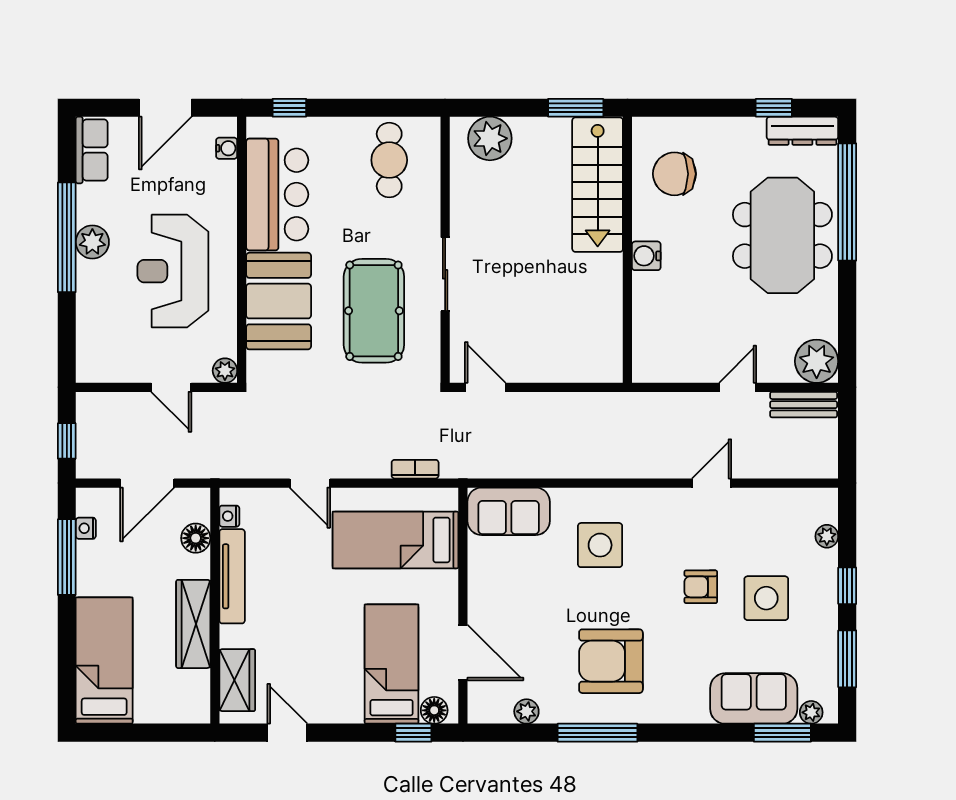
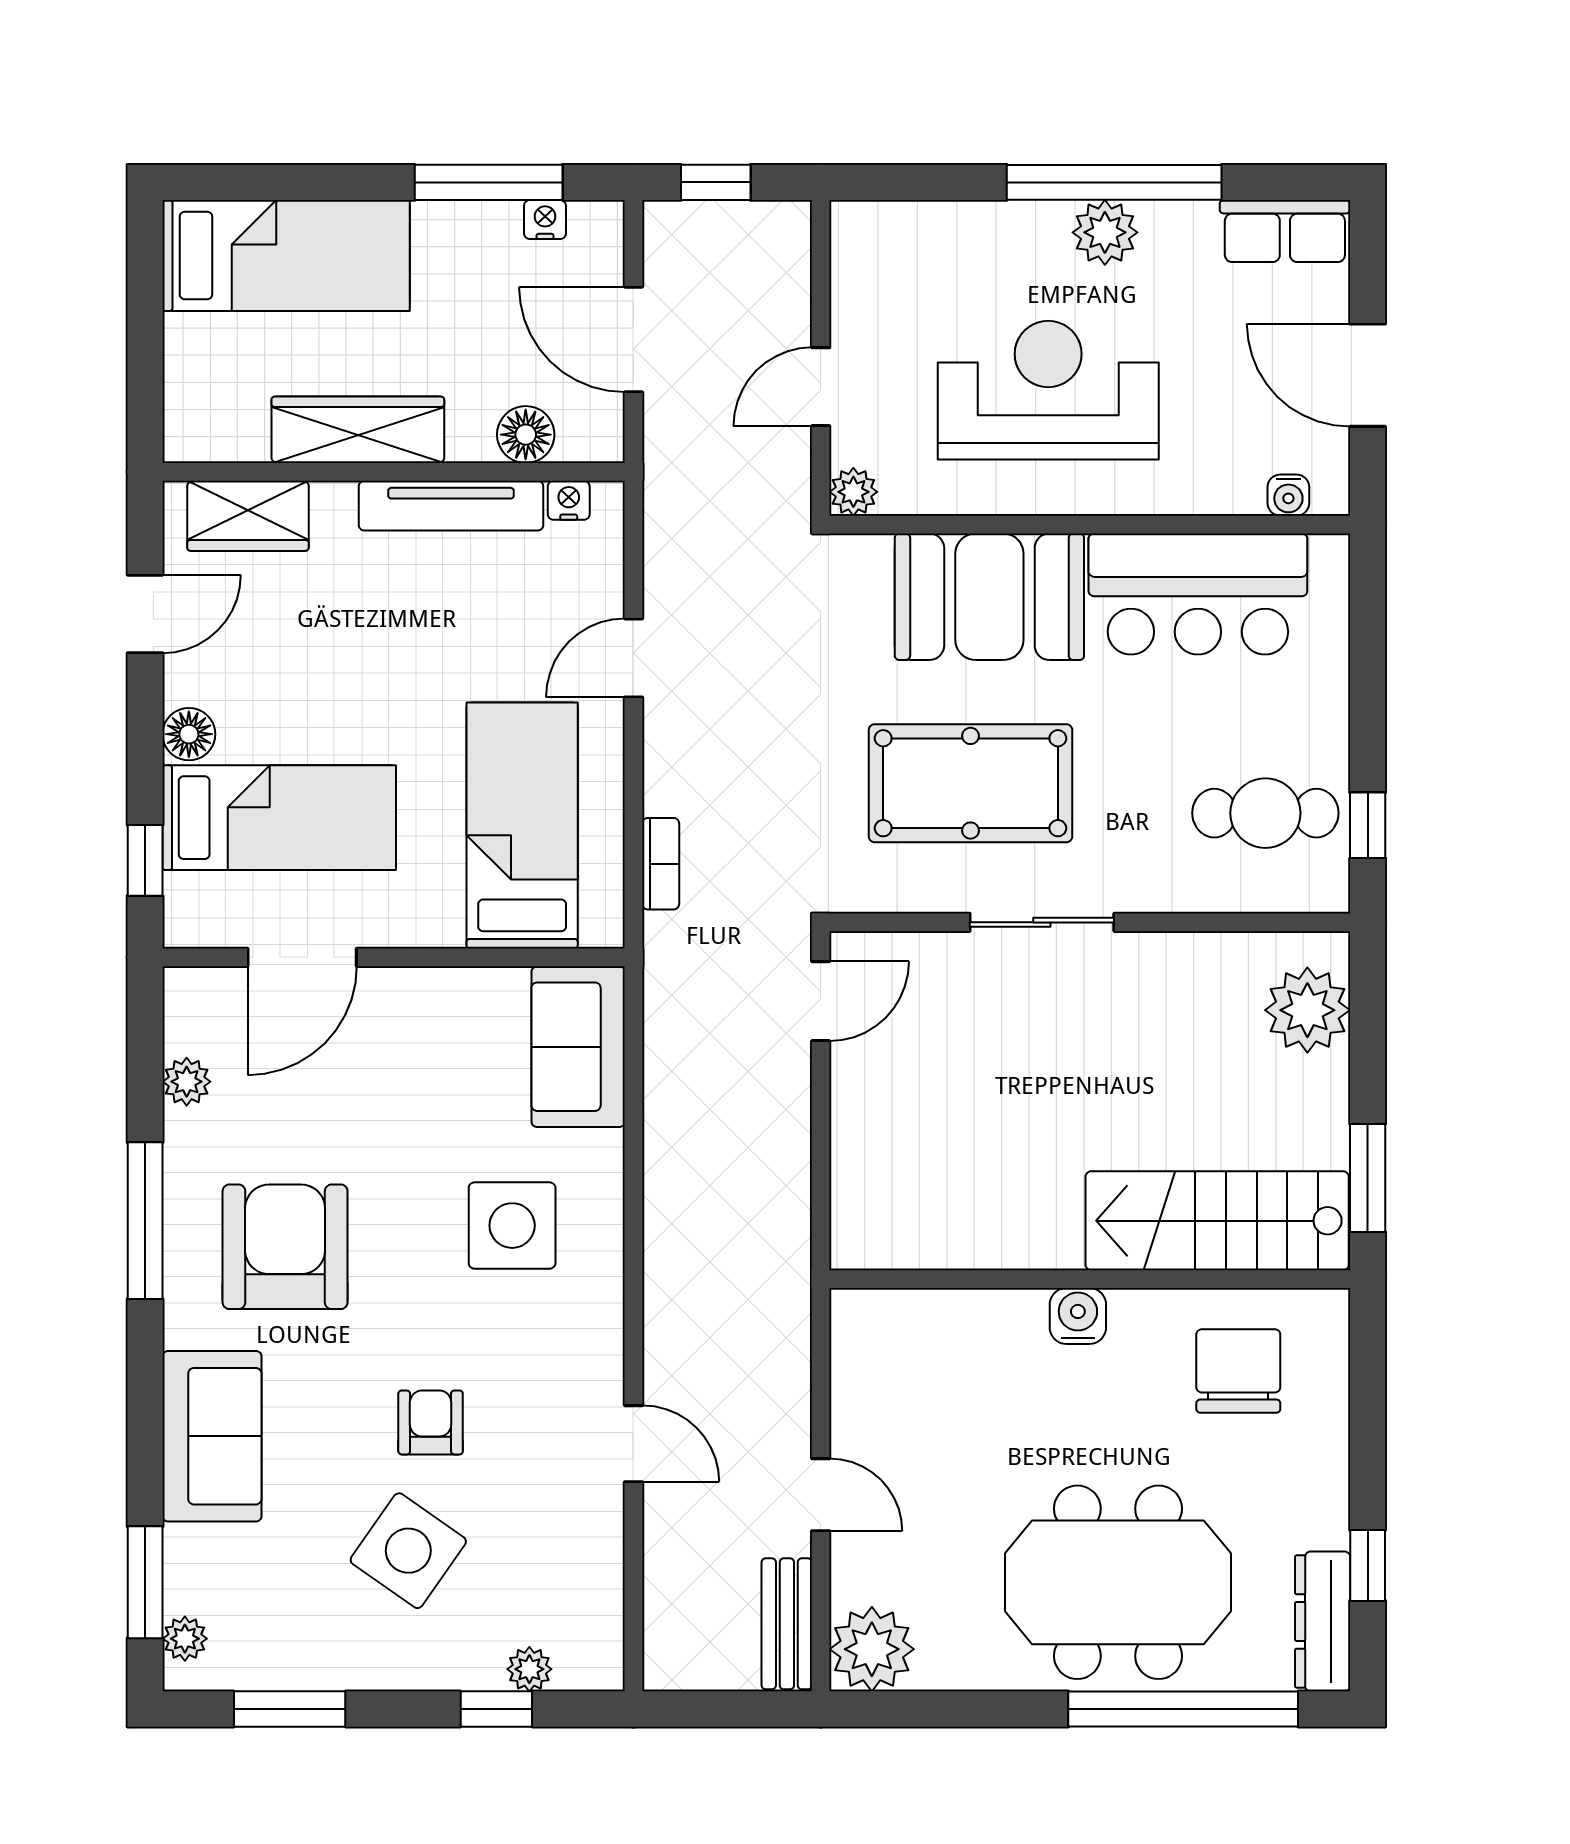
window: (289, 108) -> (1368, 825), moved
window: (847, 586) -> (496, 1709), moved
side table: (766, 598) -> (408, 1551), turned 35
sofa: (754, 698) -> (212, 1436), moved
floor lamp: (434, 710) -> (189, 734), moved

